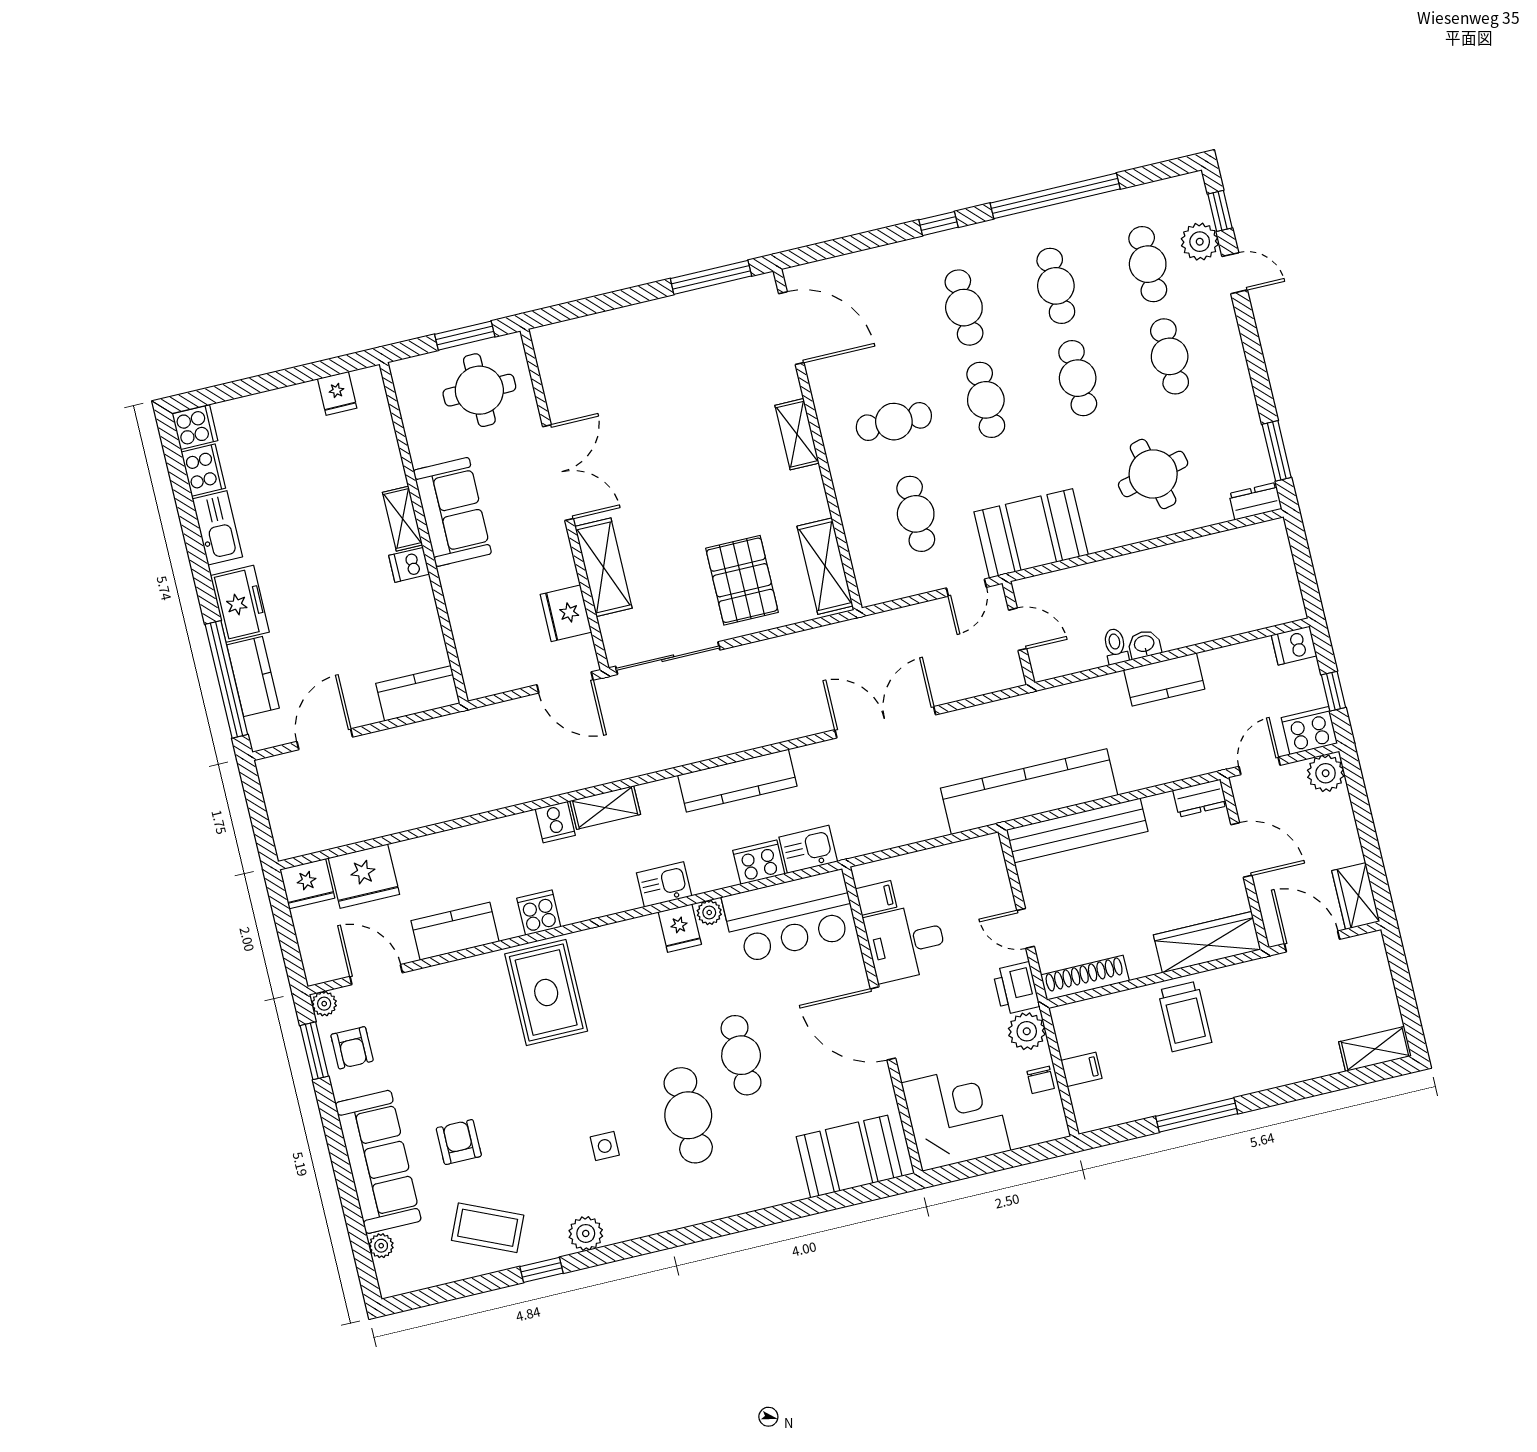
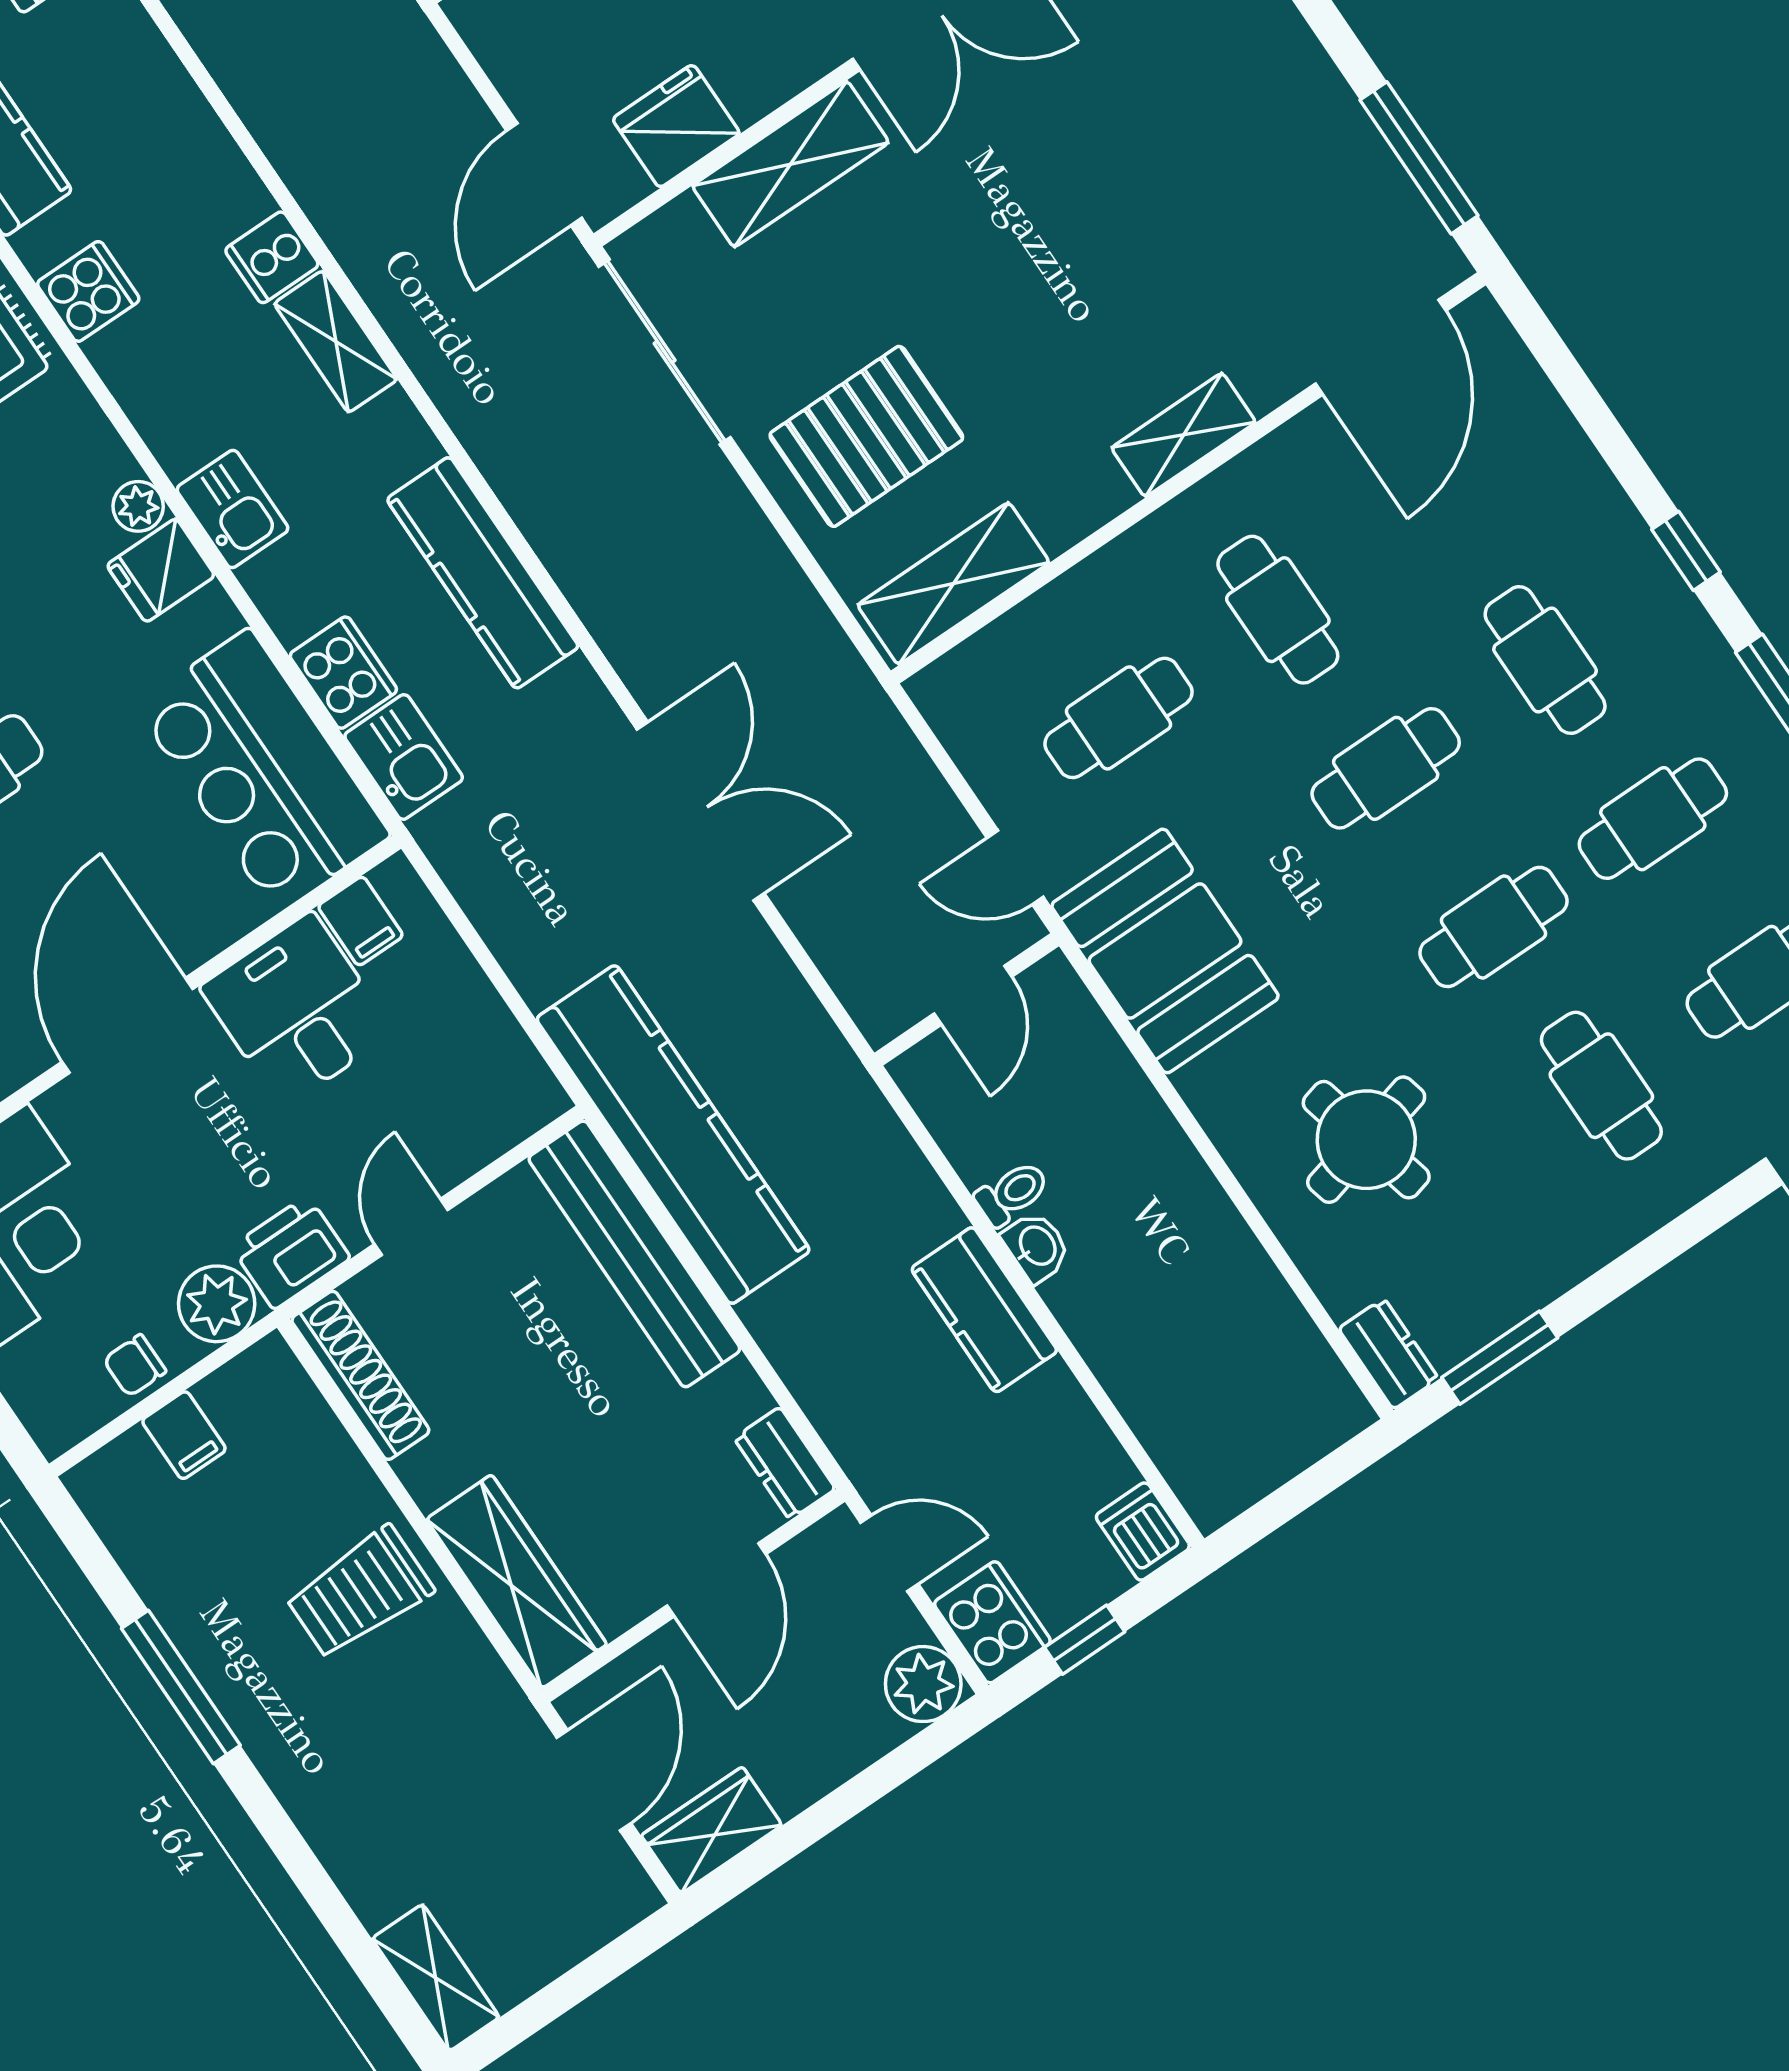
cafe table: (964, 308) -> (1545, 660), turned 90
cafe table: (1170, 356) -> (1601, 1086), turned 90
plant: (709, 912) -> (138, 506), moved

